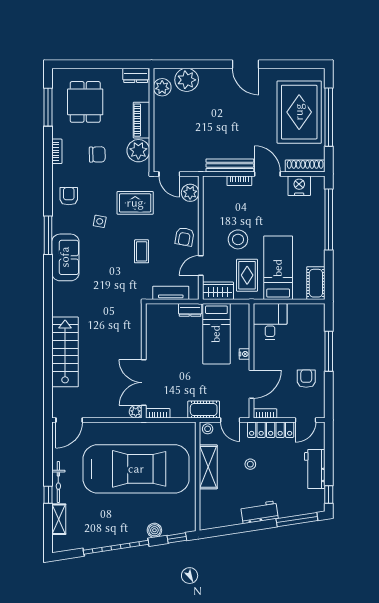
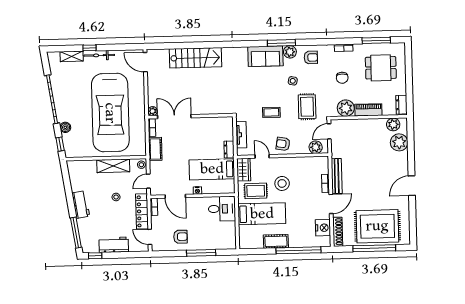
plant: (60, 224) -> (290, 52), added
cot: (316, 283) -> (276, 241), moved
cot: (204, 410) -> (155, 149), moved

